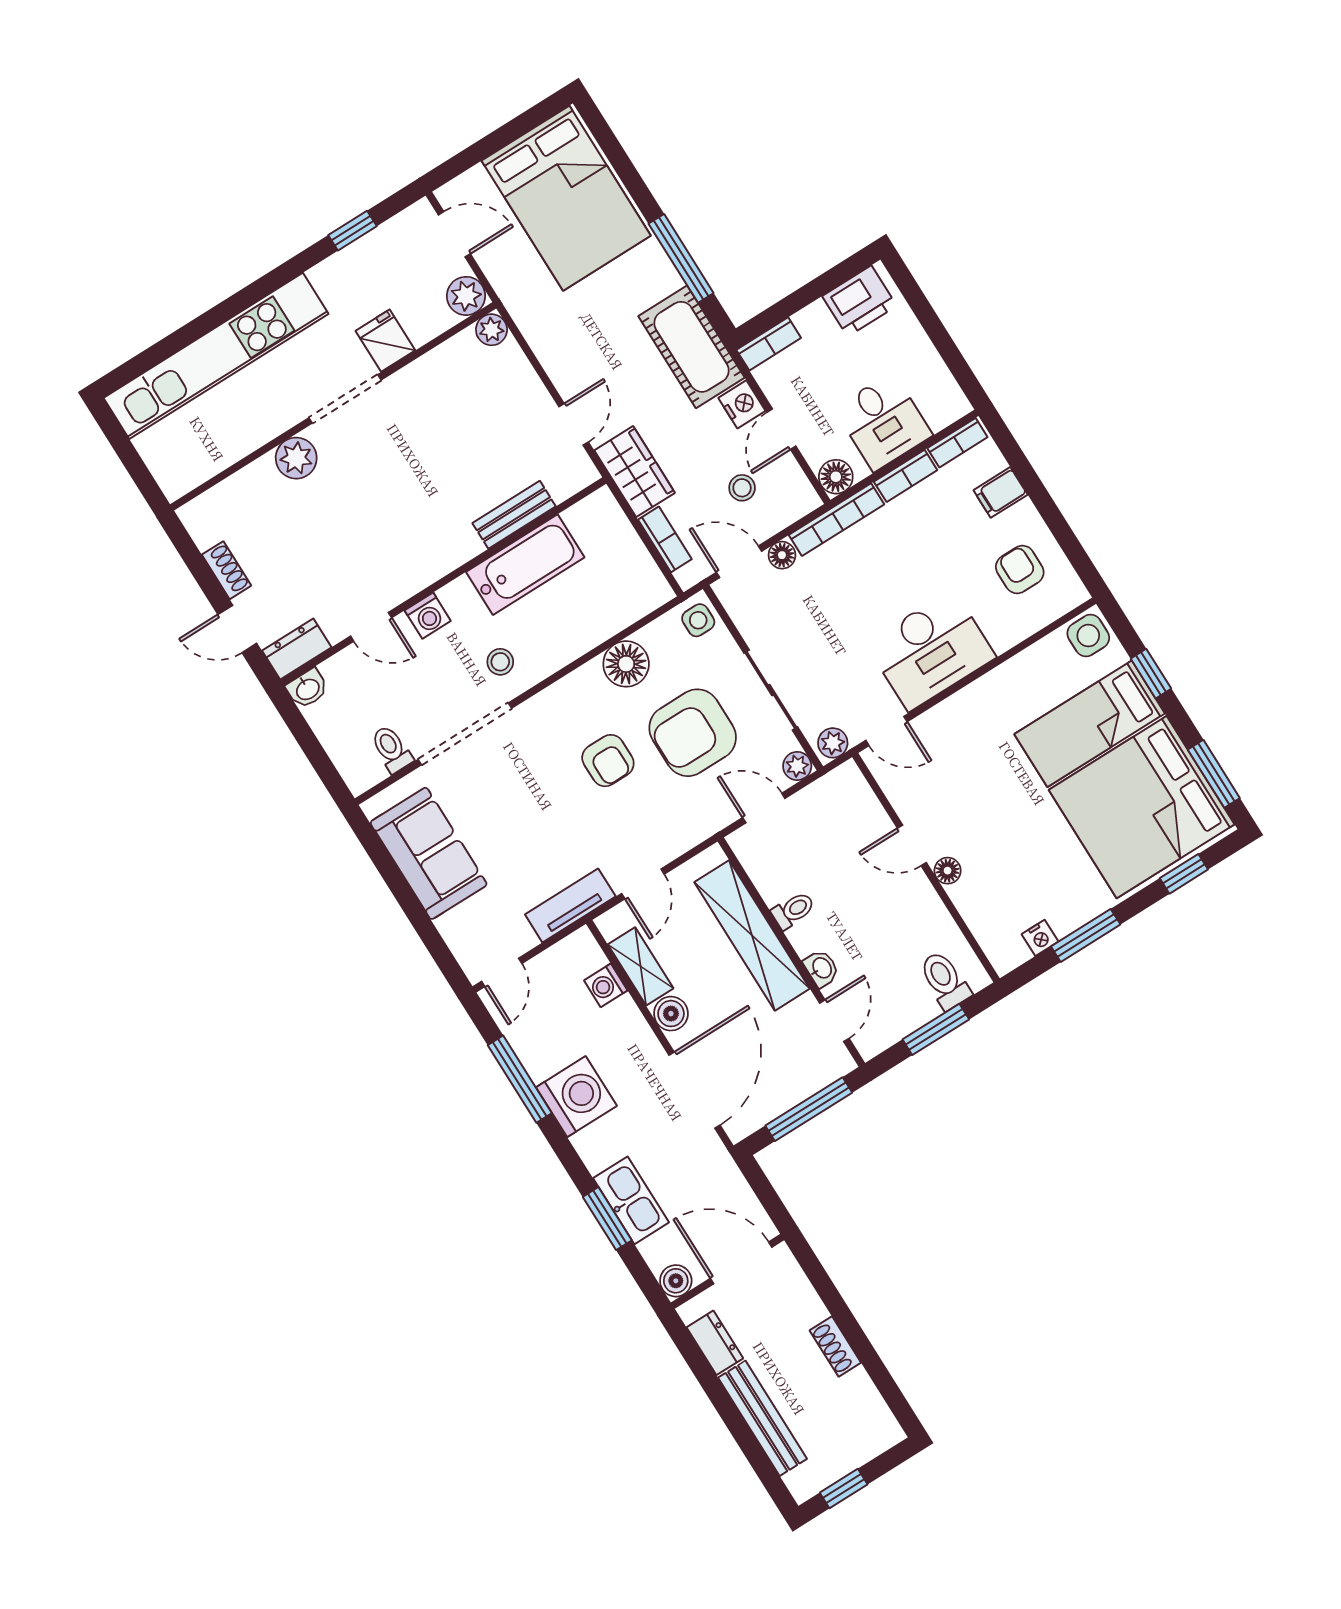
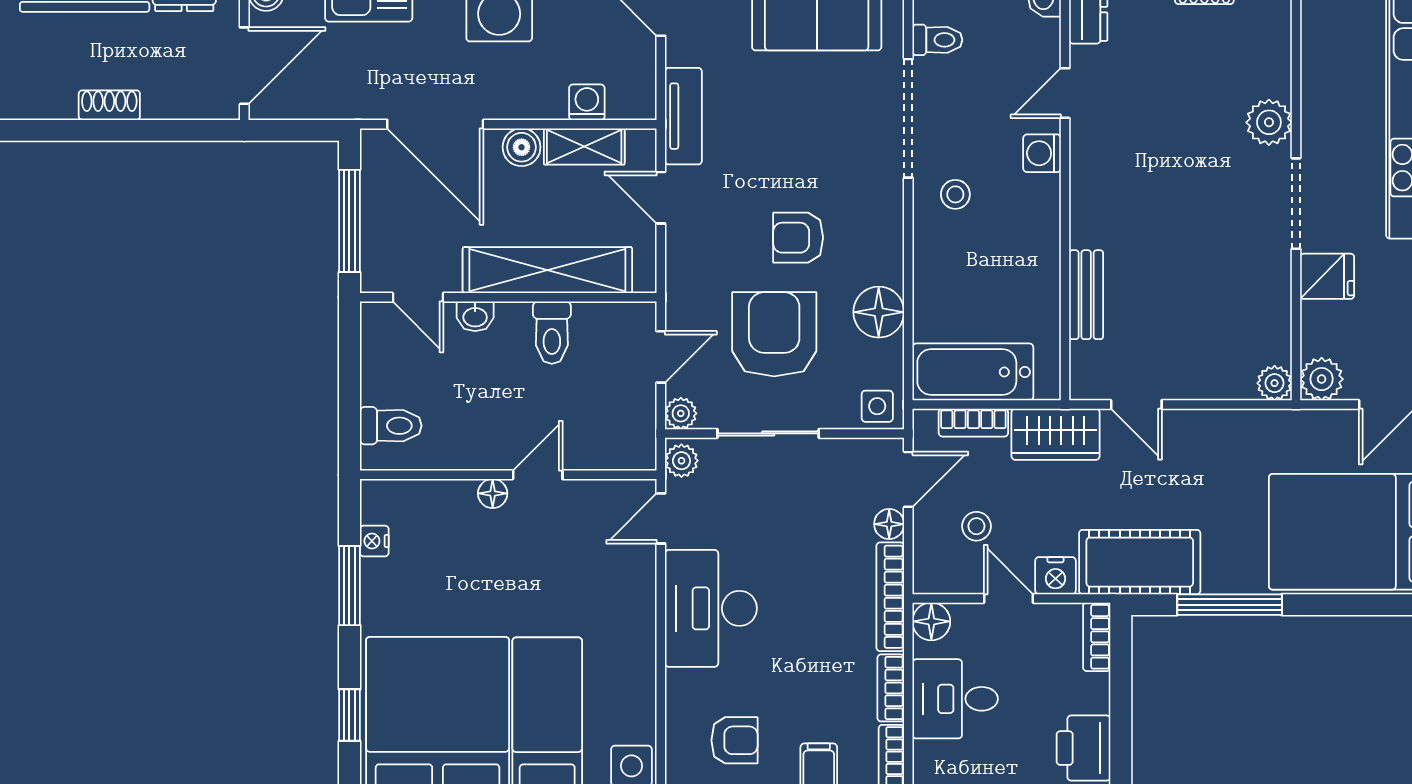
bathtub: (525, 565) -> (973, 372), moved, turned 90
toilet: (793, 910) -> (552, 333), width x1.37, depth x1.39
window: (936, 1029) -> (349, 388), removed

